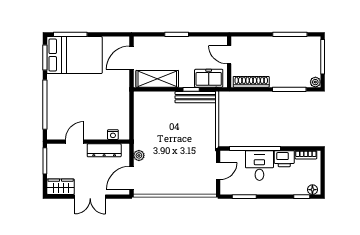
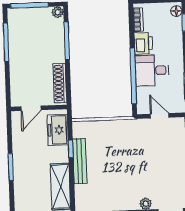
bench: (196, 97) -> (80, 161), moved

